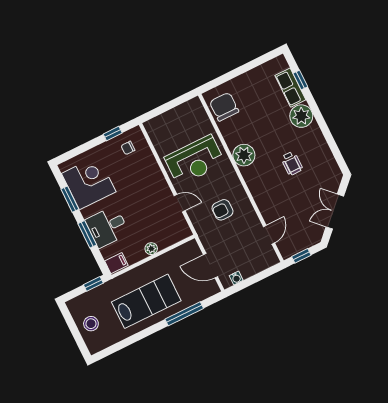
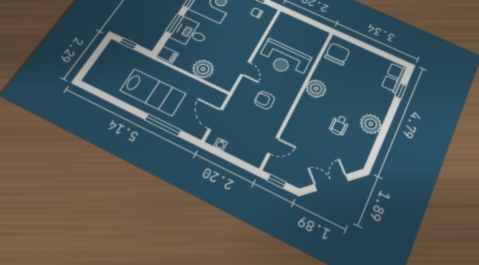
row of seats: (290, 88) -> (394, 78), moved
plant: (301, 116) -> (371, 124), moved
plant: (151, 249) -> (203, 69), width x1.87, depth x1.87
window: (93, 284) -> (128, 43), moved
stool: (91, 324) -> (107, 66), removed

